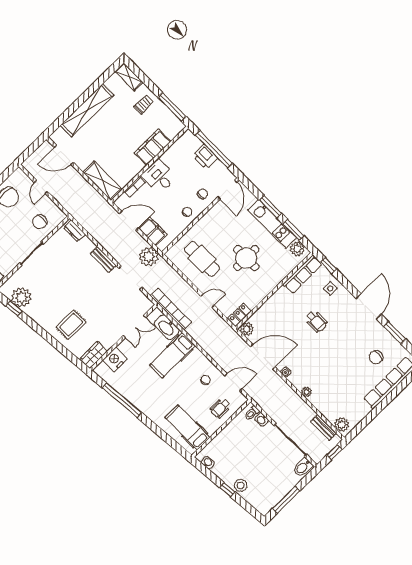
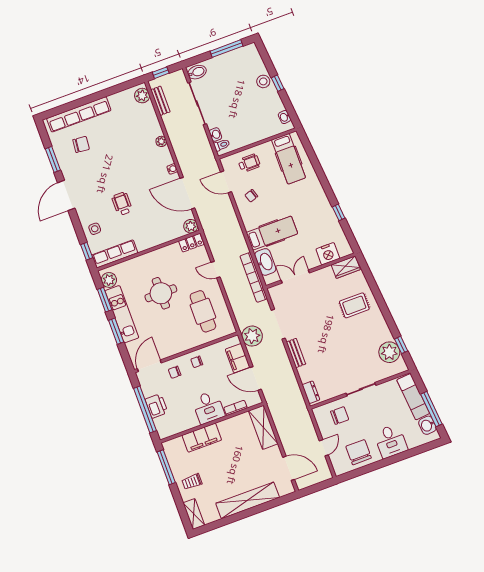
window: (122, 400) -> (339, 212), width x0.32

